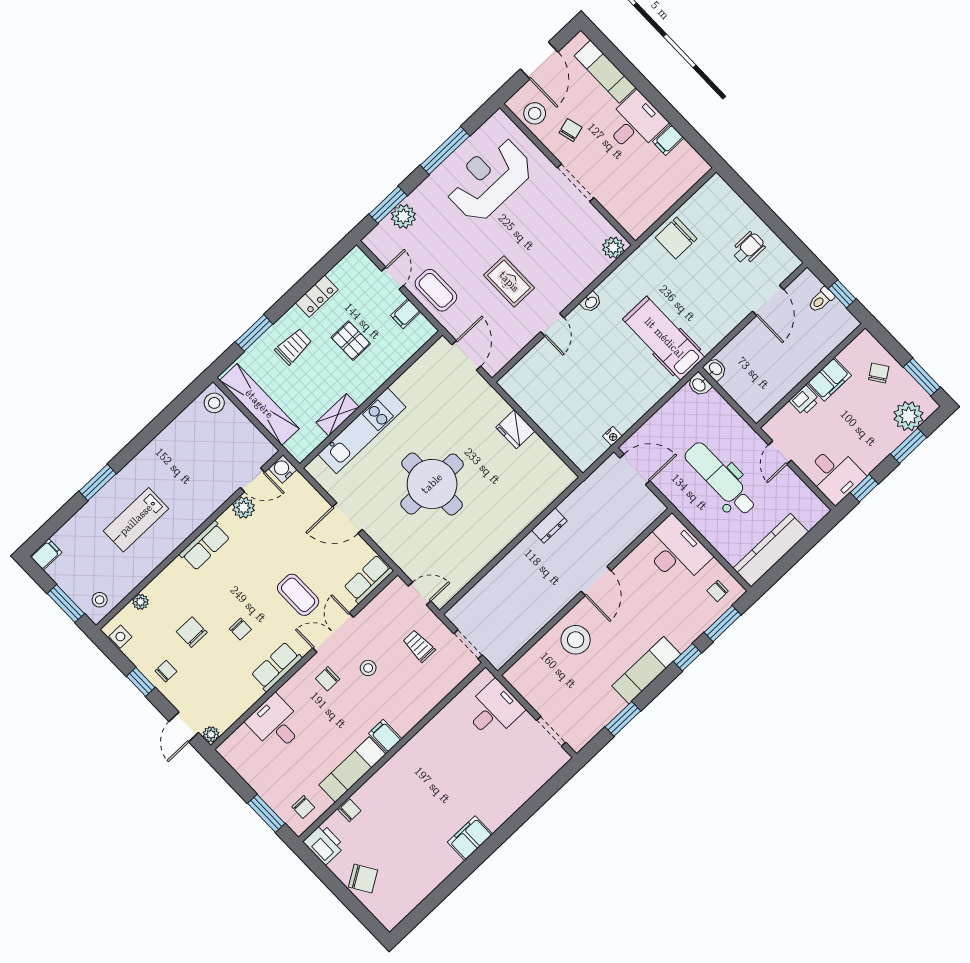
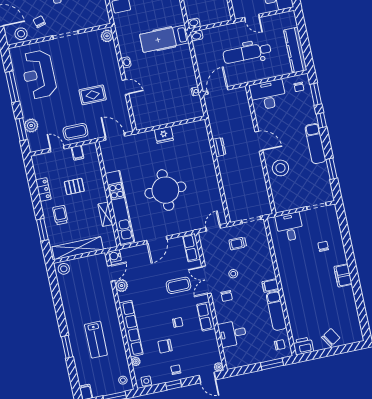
kitchen unit: (362, 431) -> (120, 207), width x1.36
row of seats: (205, 546) -> (131, 329), width x2.02
chair: (350, 810) -> (323, 246), moved

